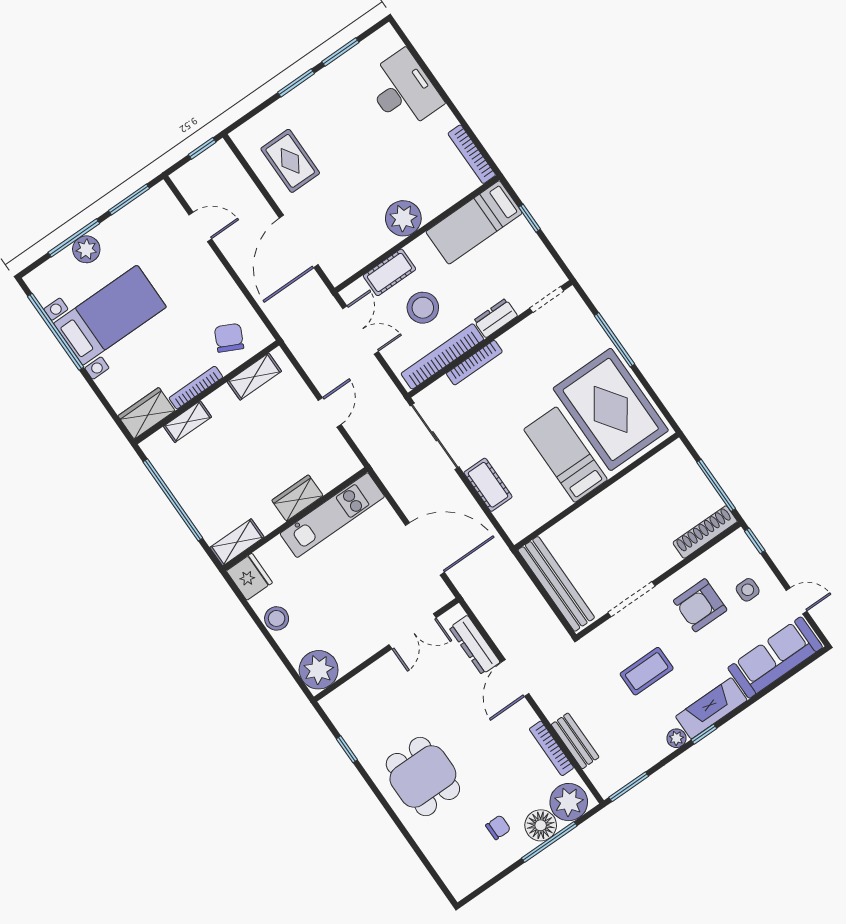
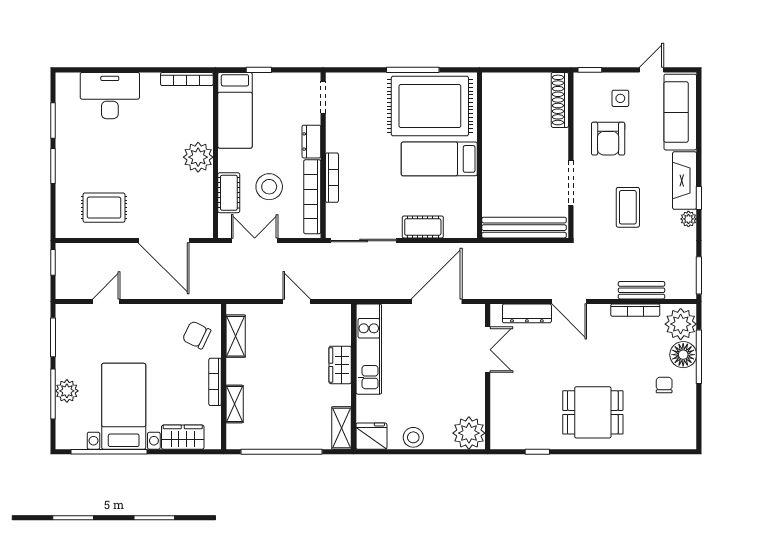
window: (615, 340) -> (413, 70), moved
wardrobe: (146, 413) -> (183, 437), moved, turned 90
window: (716, 485) -> (533, 70), removed

